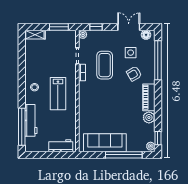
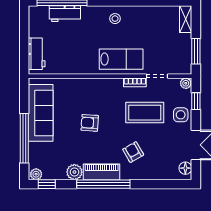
side table: (131, 53) -> (181, 115), moved
window: (158, 60) -> (103, 184), moved
lab bench: (58, 94) -> (121, 59), moved, turned 180
armchair: (112, 106) -> (90, 123), added
workbench: (31, 120) -> (65, 14), width x0.73

